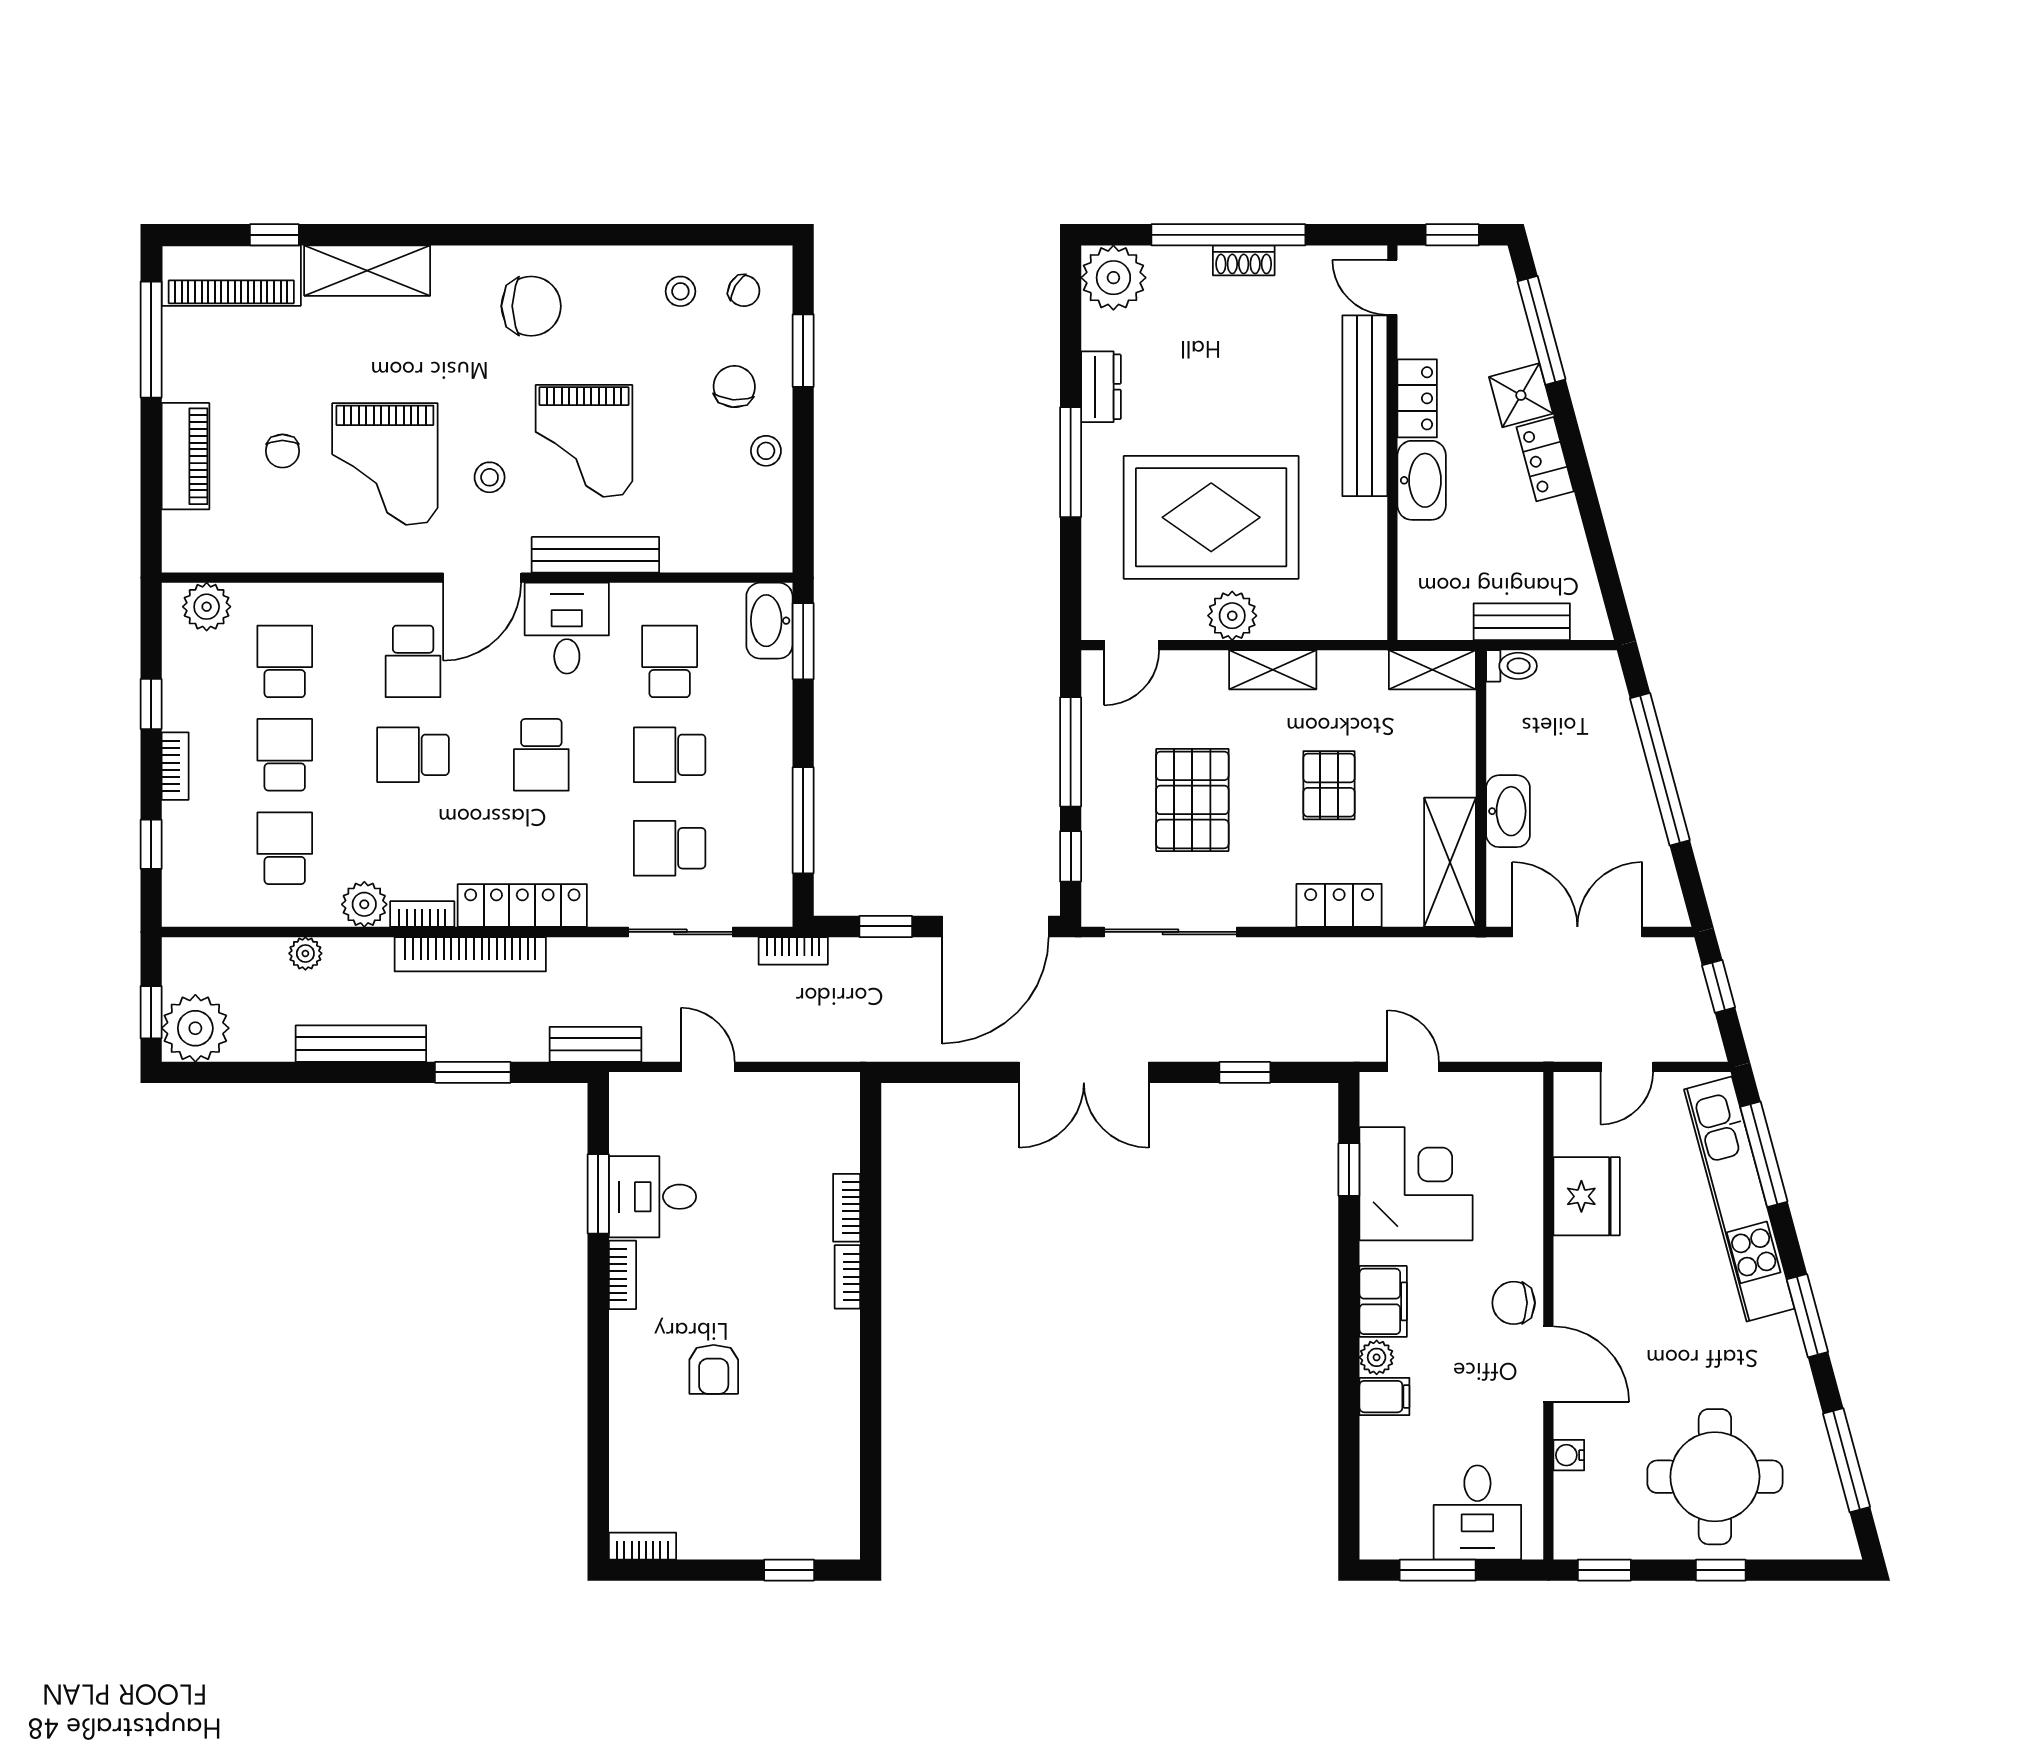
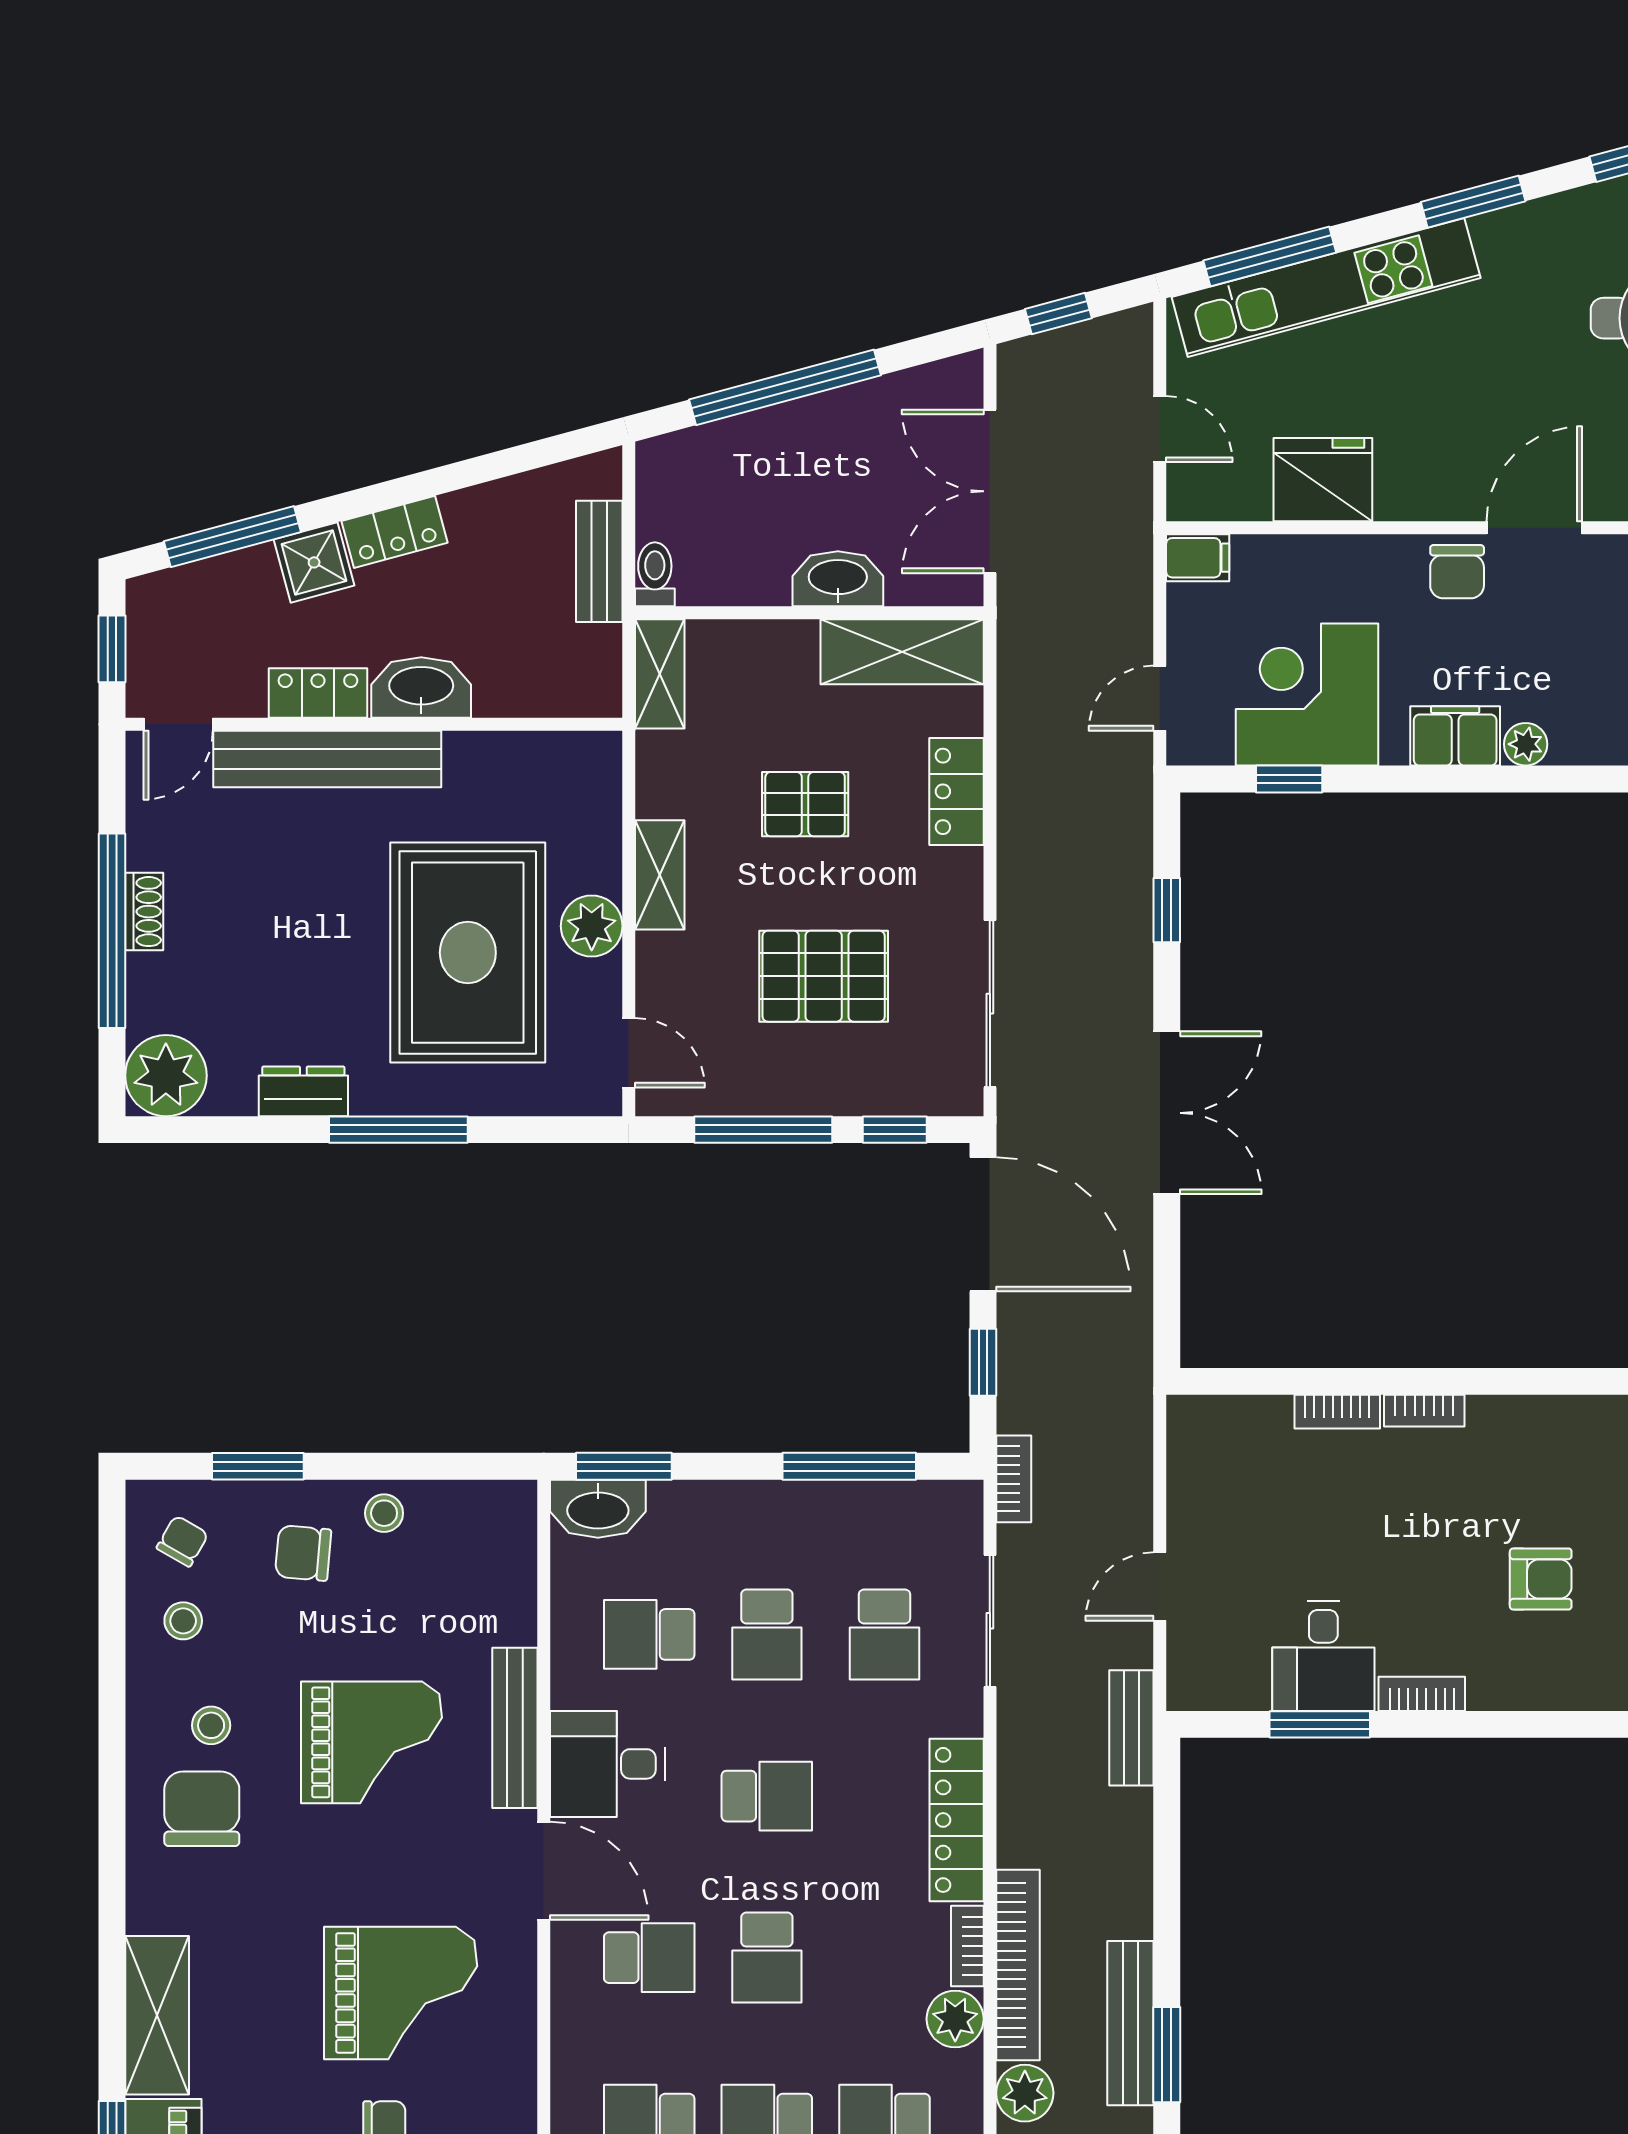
stool: (490, 477) -> (211, 1725), moved
plant: (305, 953) -> (1025, 2093), width x1.38, depth x1.38
bookcase: (470, 954) -> (1018, 1965), moved
window: (473, 1072) -> (1167, 2055), moved
filing cabinet: (1384, 1397) -> (1198, 558), moved, turned 90

